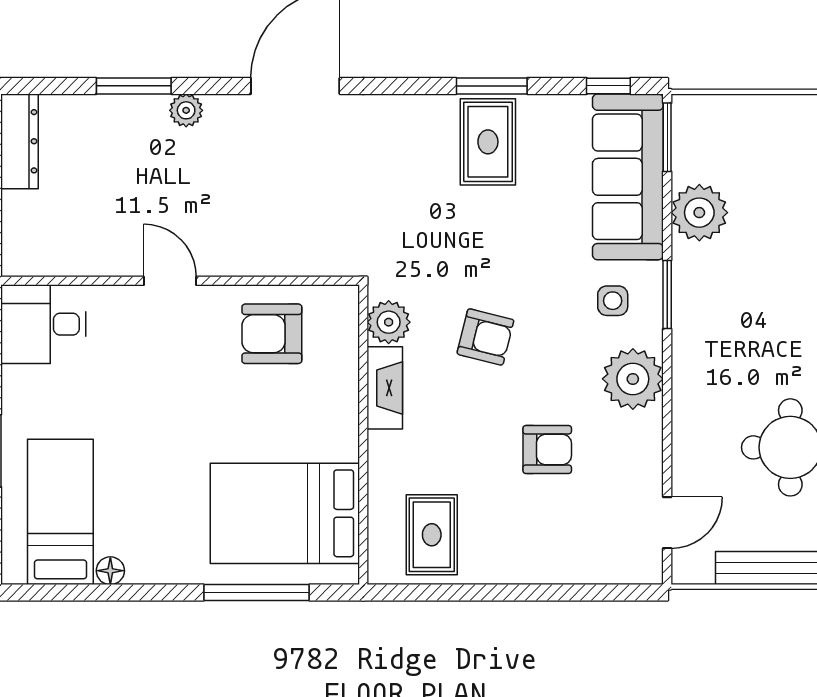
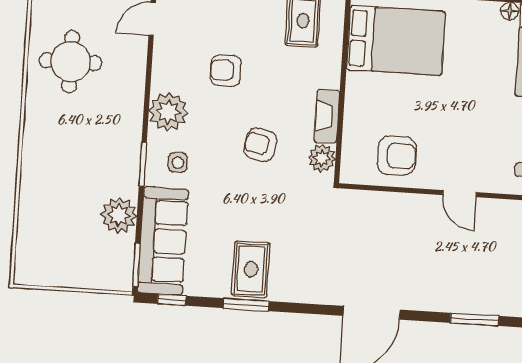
plant: (186, 110) -> (442, 302), removed

